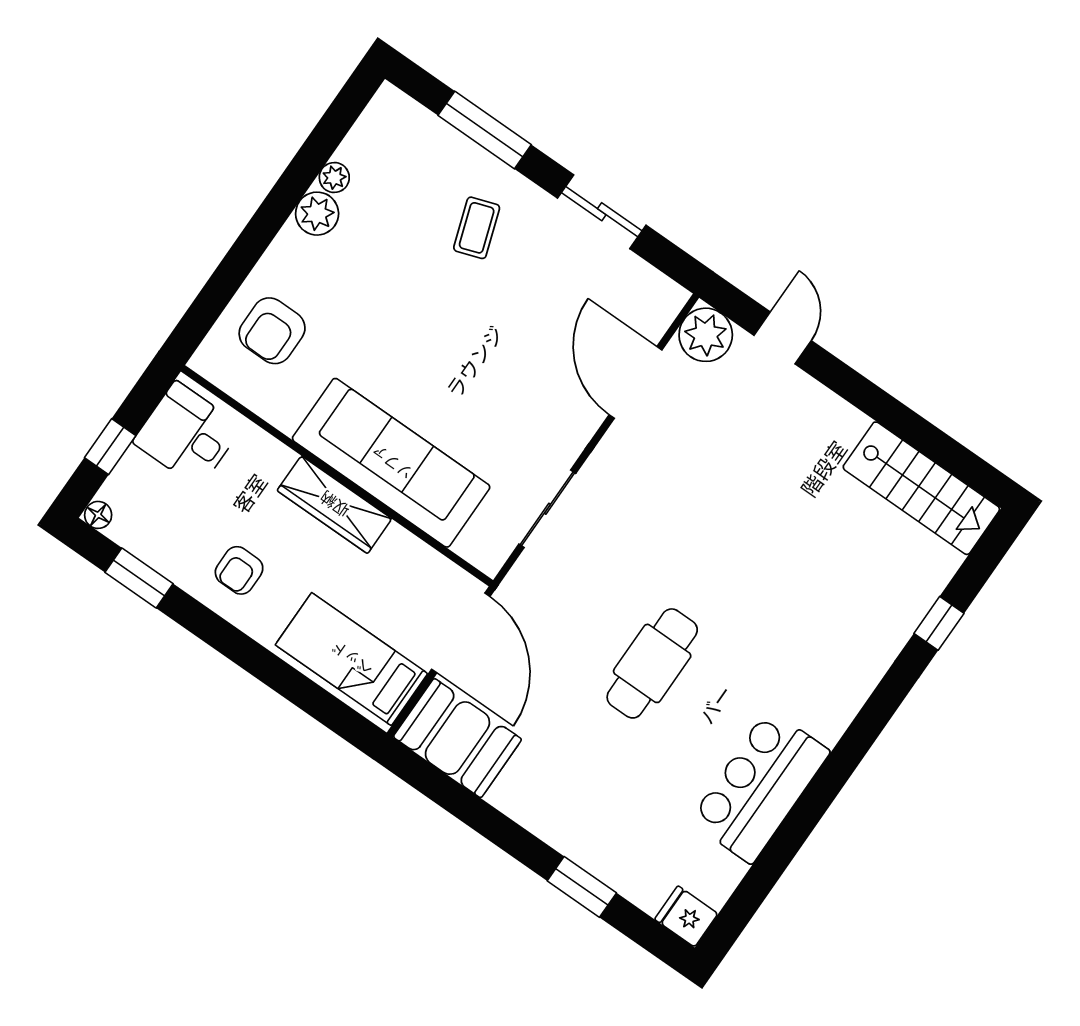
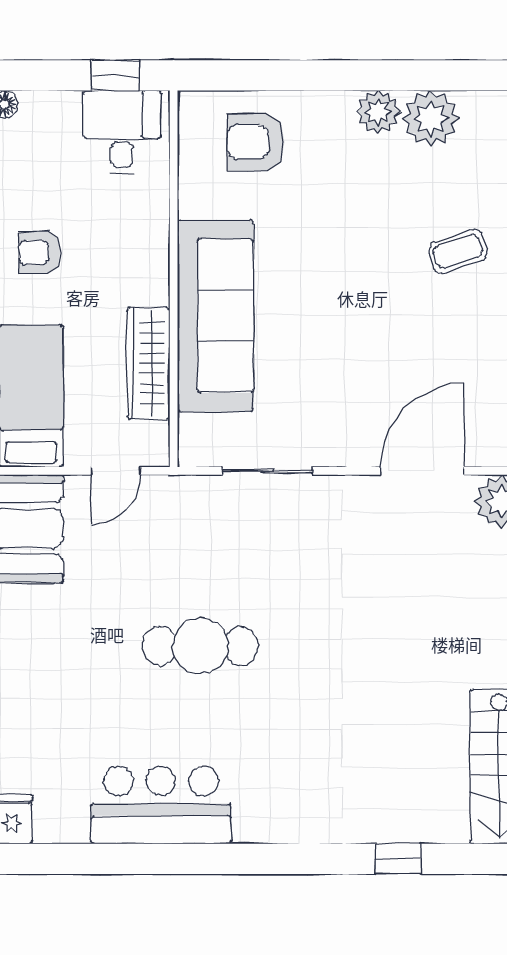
plant: (334, 178) -> (431, 118), width x1.88, depth x1.88
window: (110, 447) -> (115, 75), moved
wardrobe: (334, 505) -> (148, 364), moved
door: (461, 633) -> (116, 471), width x0.53

